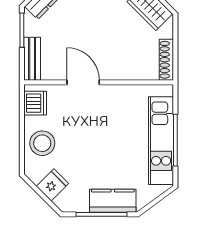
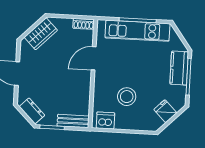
shoe rack: (166, 60) -> (84, 24), width x0.70
door: (83, 82) -> (94, 58), moved
stool: (42, 143) -> (127, 97), moved

